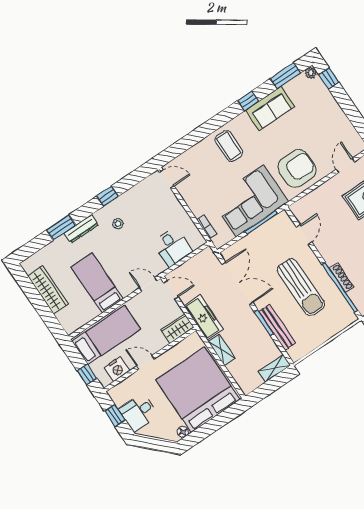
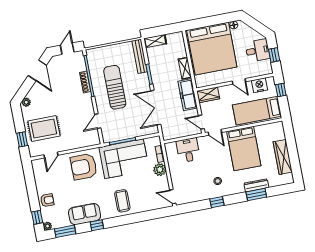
armchair: (325, 106) -> (47, 200), added
plant: (198, 207) -> (160, 170), added
dresser: (81, 229) -> (256, 185), moved
bed: (97, 283) -> (244, 149), width x1.50
bench: (277, 327) -> (140, 56), moved

